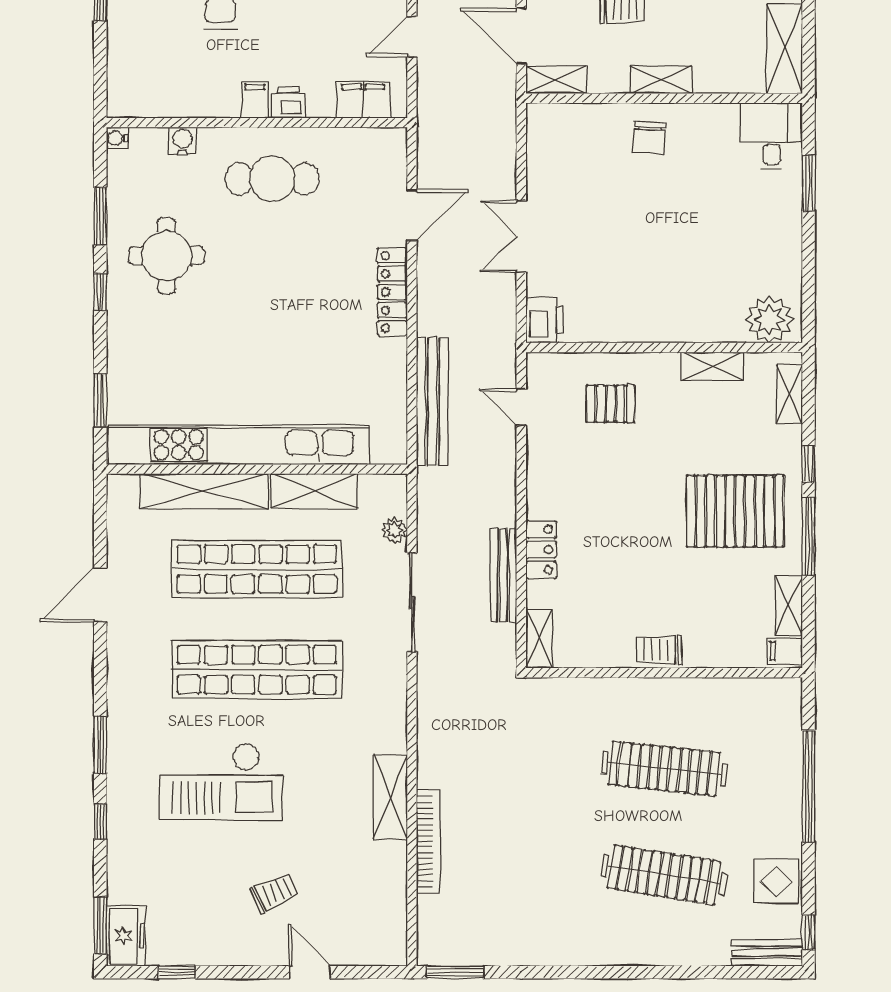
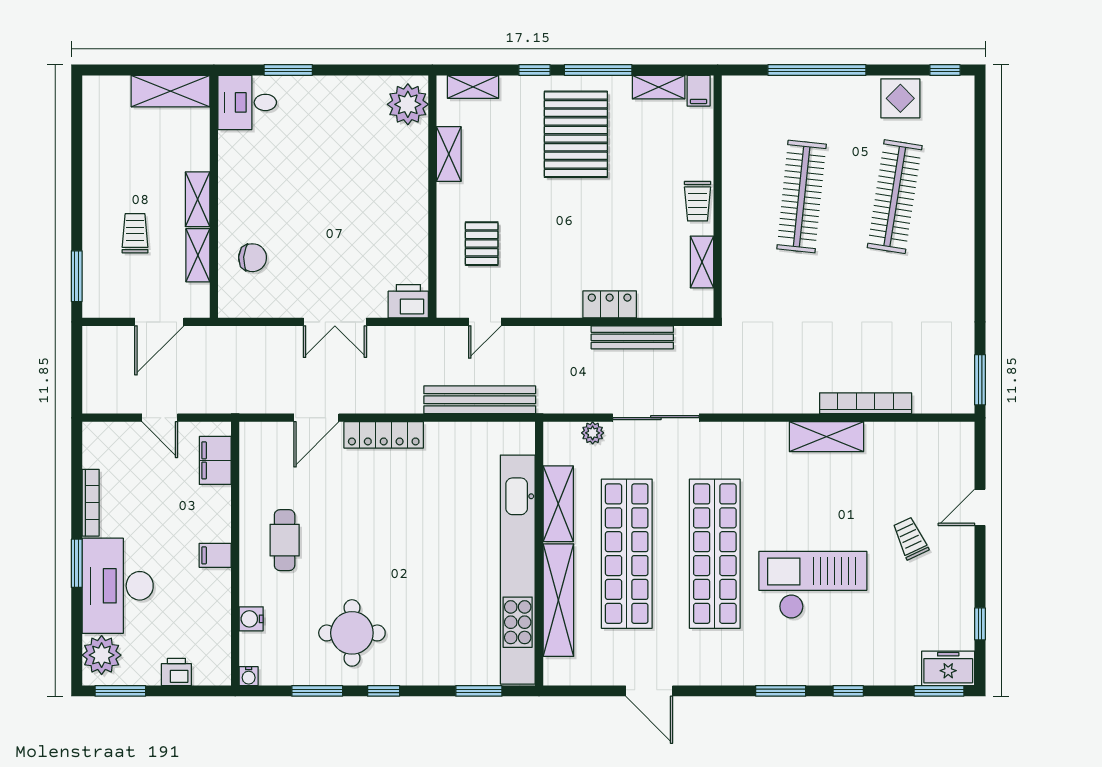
shelving: (556, 80) -> (198, 255), moved
printer: (288, 102) -> (176, 672), moved, turned 90
chair: (649, 138) -> (253, 258), moved
cafe table: (272, 179) -> (285, 540), width x0.73, depth x0.74
door: (412, 215) -> (316, 418), swing flipped
shelving: (539, 639) -> (702, 262), moved, turned 90
checkout: (221, 782) -> (813, 585), turned -90
bench: (767, 953) -> (963, 106), removed

